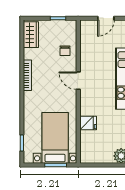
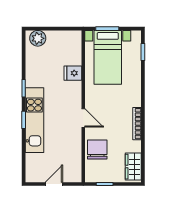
chair: (65, 51) -> (97, 150), width x1.87, depth x1.87

